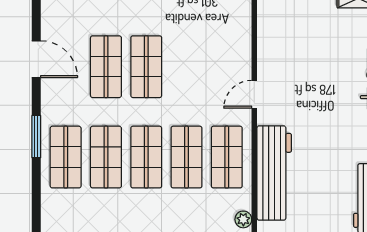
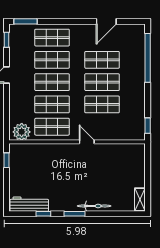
shop shelf: (186, 67) -> (102, 104), added
window: (36, 137) -> (25, 21), moved
workbench: (274, 173) -> (43, 153), removed
plant: (243, 219) -> (22, 132), width x1.88, depth x1.88

